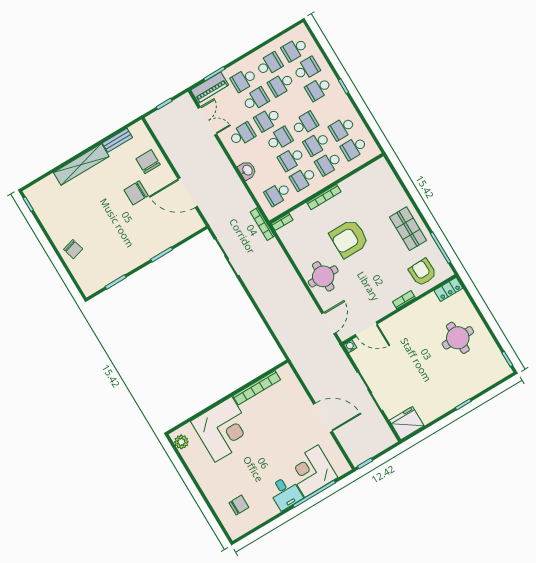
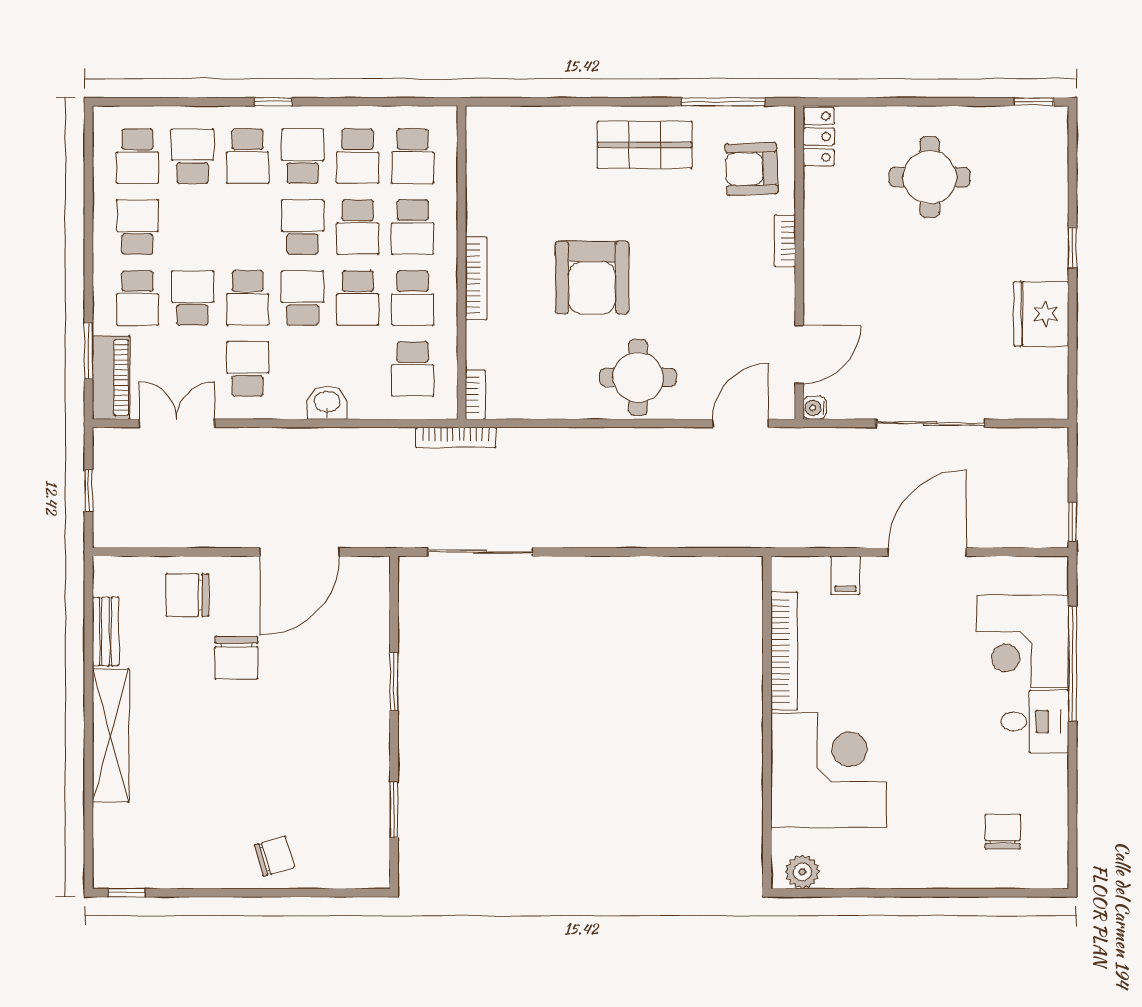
school desk: (281, 84) -> (303, 156), moved, turned 180
door: (329, 323) -> (741, 423), hinge flipped
filing cabinet: (297, 393) -> (845, 575), added
fridge: (407, 423) -> (1041, 314), moved

